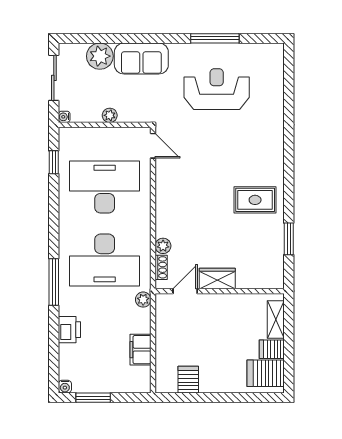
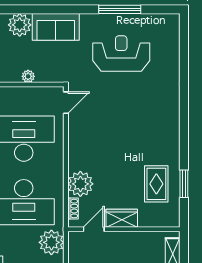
door: (153, 146) -> (66, 103), hinge flipped
rug: (255, 200) -> (156, 184), moved, turned 90
plant: (163, 246) -> (80, 184), width x1.88, depth x1.88
plant: (143, 300) -> (51, 242), width x1.87, depth x1.87

